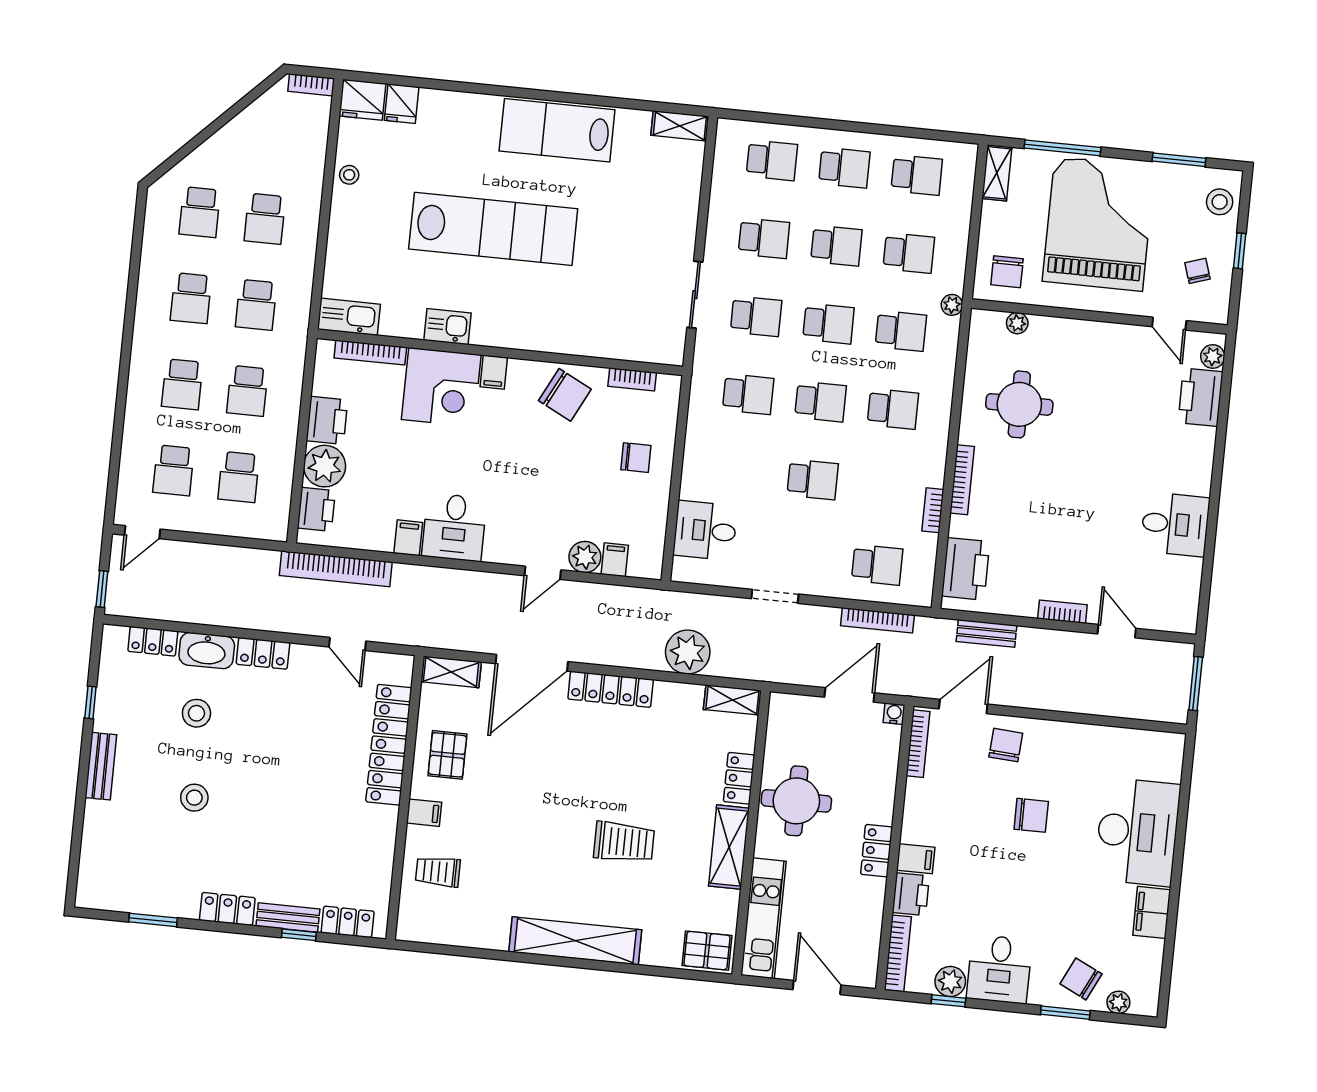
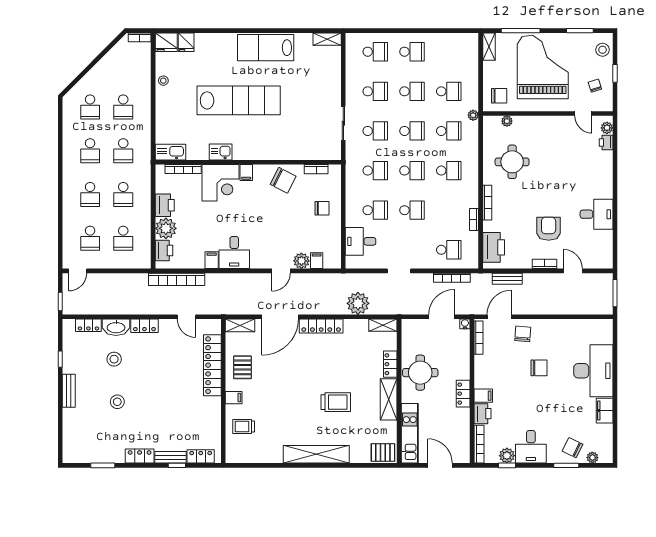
school desk: (917, 175) -> (375, 210), moved
chair: (1007, 272) -> (499, 96), turned -90
printer: (1201, 397) -> (606, 142), width x0.53, depth x0.68
armchair: (1078, 543) -> (549, 229), added

